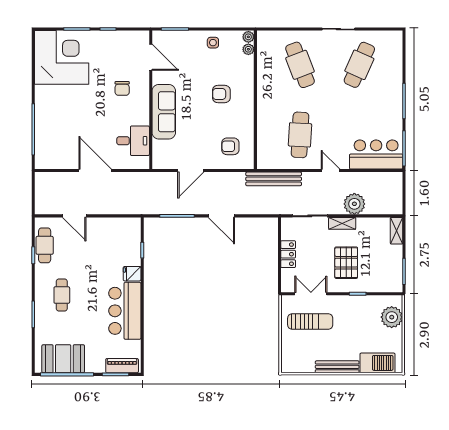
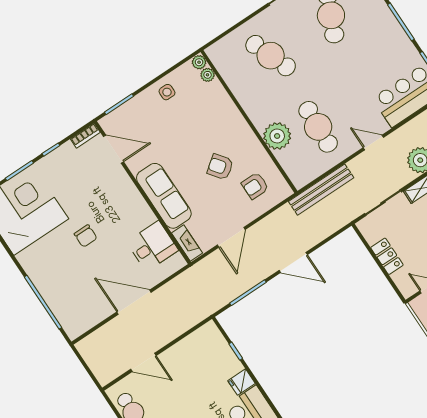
bookcase: (138, 35) -> (85, 136), added
chair: (122, 88) -> (86, 236), moved
armchair: (221, 94) -> (220, 167), moved, turned 53
plant: (268, 122) -> (277, 136), added
fireplace: (158, 154) -> (187, 243), added

